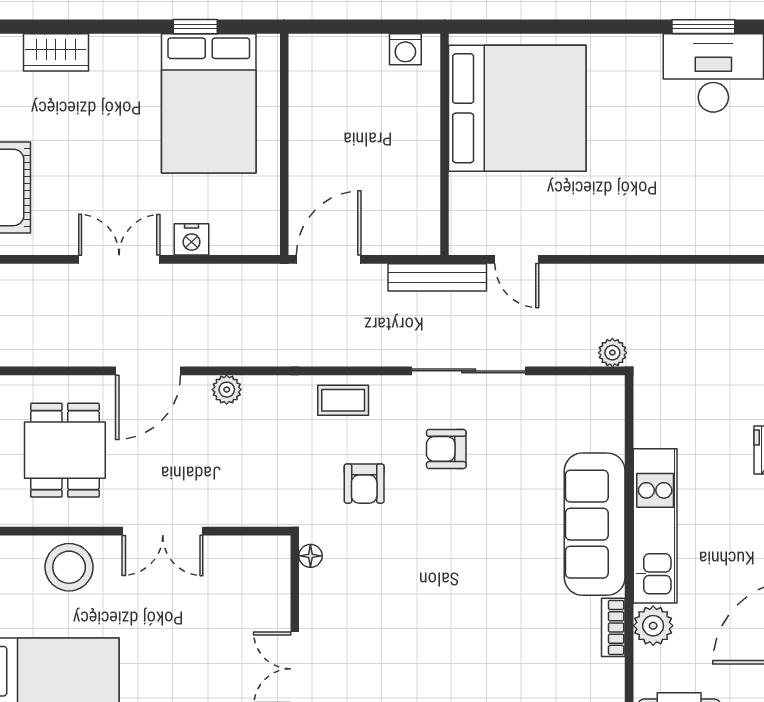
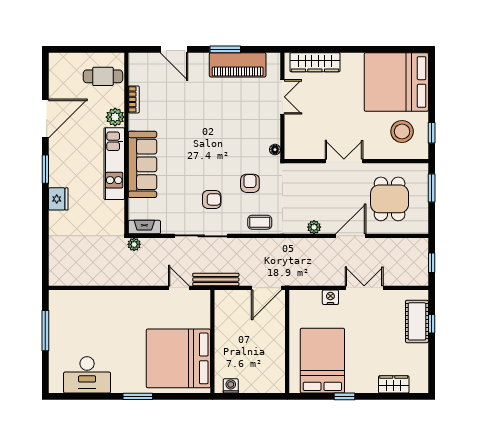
window: (195, 27) -> (345, 396), moved
window: (703, 27) -> (138, 396), moved
double door: (119, 259) -> (364, 288), swing flipped
fireplace: (591, 390) -> (144, 227), added
stool: (69, 567) -> (402, 131), moved
bookcase: (613, 627) -> (134, 99), moved

